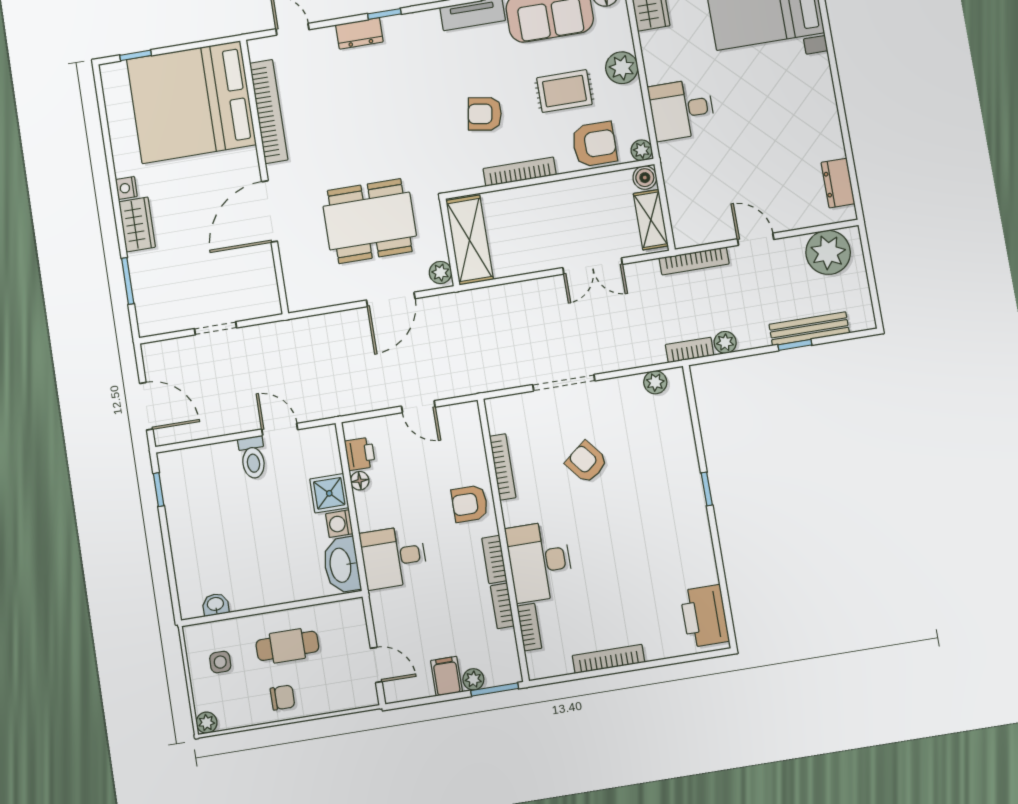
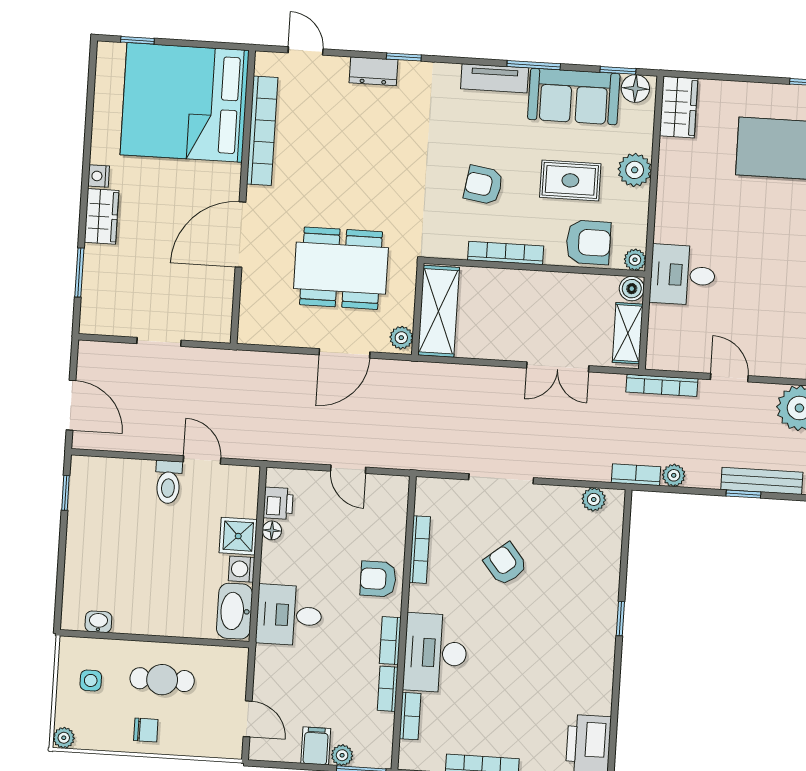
desk: (682, 109) -> (683, 275), moved

